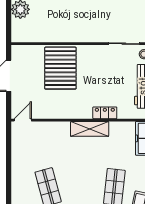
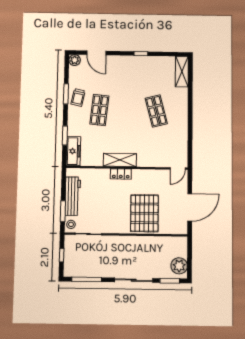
locker: (105, 113) -> (121, 174), moved

